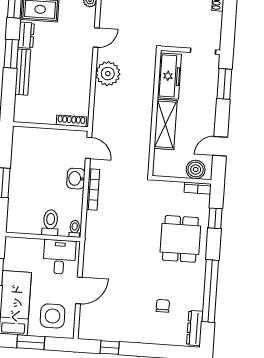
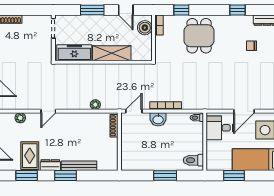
door: (96, 37) -> (48, 111), swing flipped
plant: (108, 74) -> (95, 105), moved, width x0.53, depth x0.53
window: (224, 84) -> (92, 10), moved
toilet: (50, 223) -> (193, 160), moved
dining table: (180, 239) -> (199, 36), turned 90
door: (79, 290) -> (244, 111), swing flipped
window: (210, 291) -> (238, 10), width x0.32

